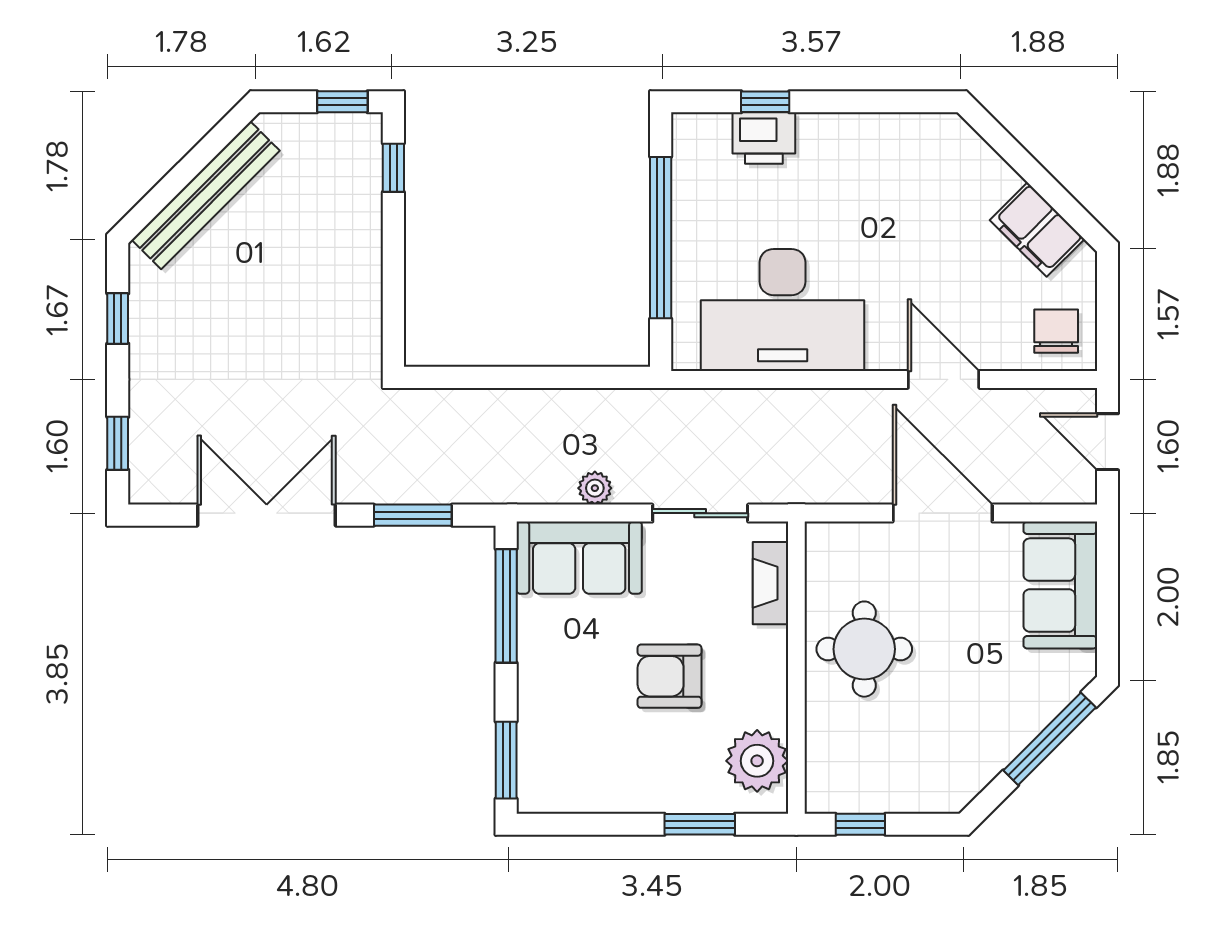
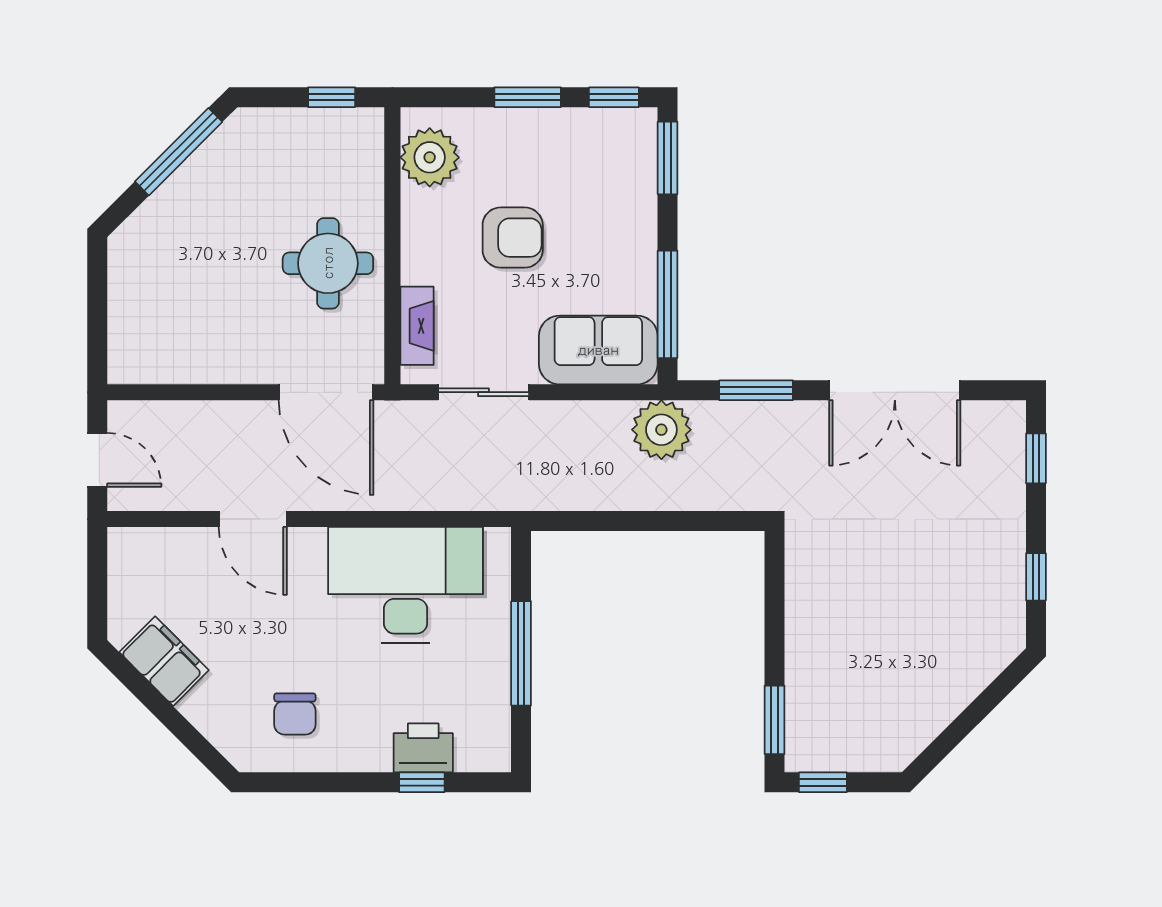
window: (393, 168) -> (775, 720), width x1.50
bench: (206, 195) -> (952, 694), removed
window: (661, 238) -> (521, 653), width x0.68
chair: (1056, 331) -> (295, 714), moved
plant: (595, 488) -> (661, 430), moved, width x1.88, depth x1.88
door: (943, 513) -> (326, 392), moved
sofa: (1060, 585) -> (142, 324), removed
window: (1050, 739) -> (179, 152), moved
window: (563, 824) -> (614, 97), added
window: (700, 824) -> (528, 97), moved

